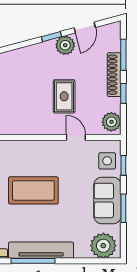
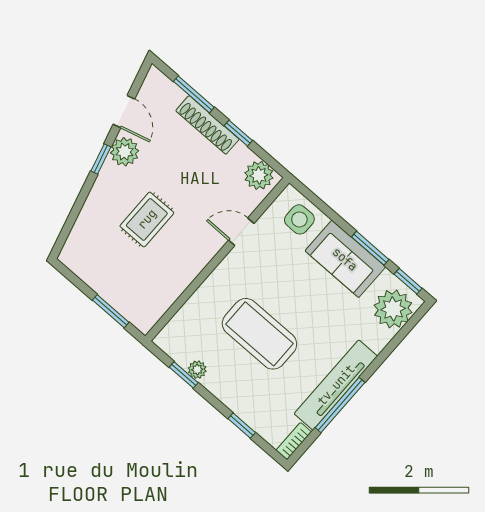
rug: (64, 96) -> (147, 219), moved, turned 90
window: (123, 165) -> (408, 281), moved
coffee table: (33, 190) -> (259, 334), turned 90

